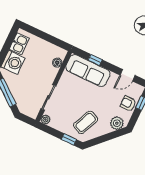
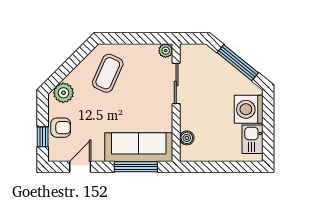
window: (95, 60) -> (136, 167), width x2.17
window: (69, 139) -> (120, 38), removed

